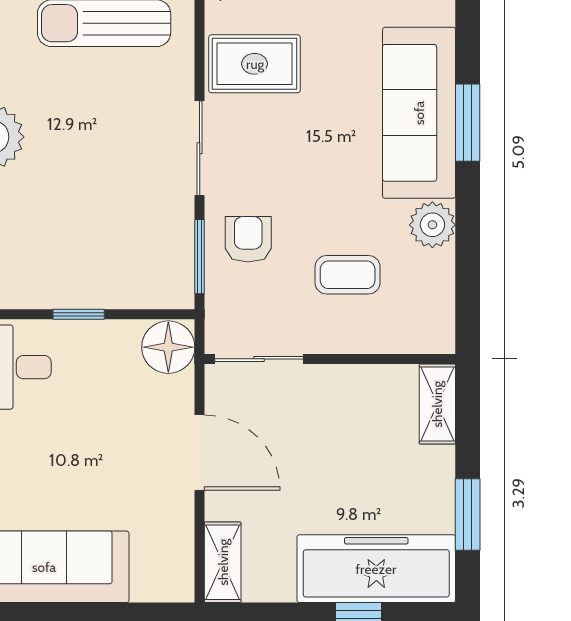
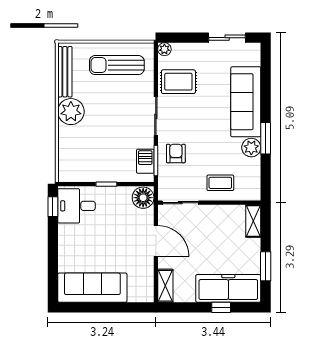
window: (468, 123) -> (266, 138), moved
barbecue: (174, 258) -> (145, 161), added
coffee table: (348, 275) -> (220, 183), moved

